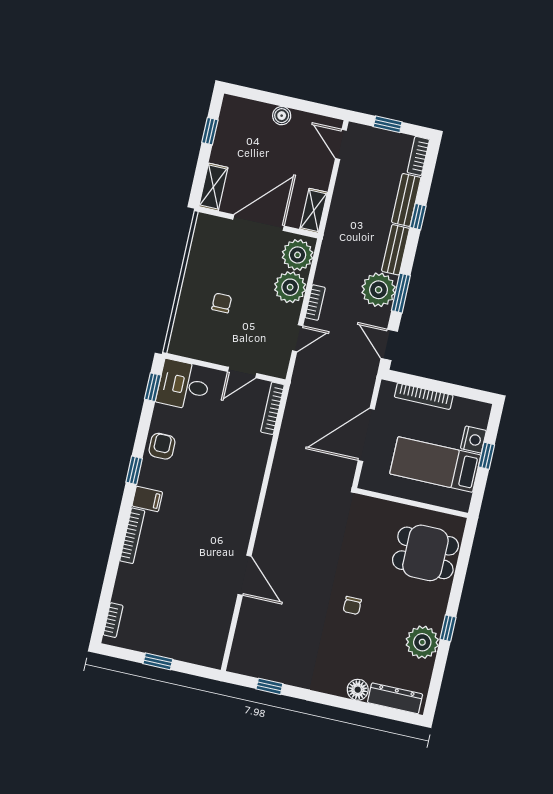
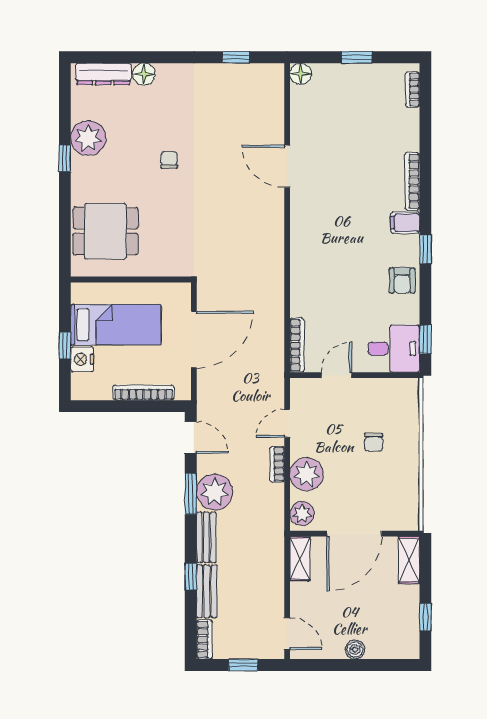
plant: (298, 255) -> (302, 514), width x0.73, depth x0.73
floor lamp: (213, 658) -> (301, 74), added

